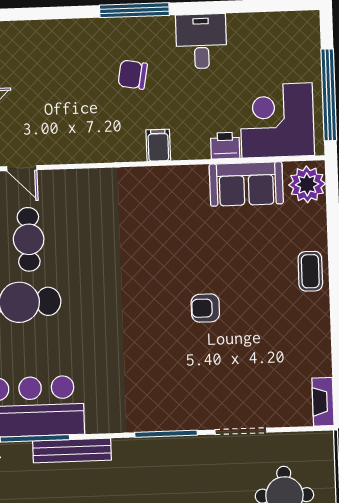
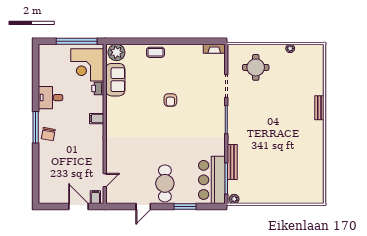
chair: (133, 75) -> (48, 134), moved
cafe table: (29, 239) -> (137, 178), removed

